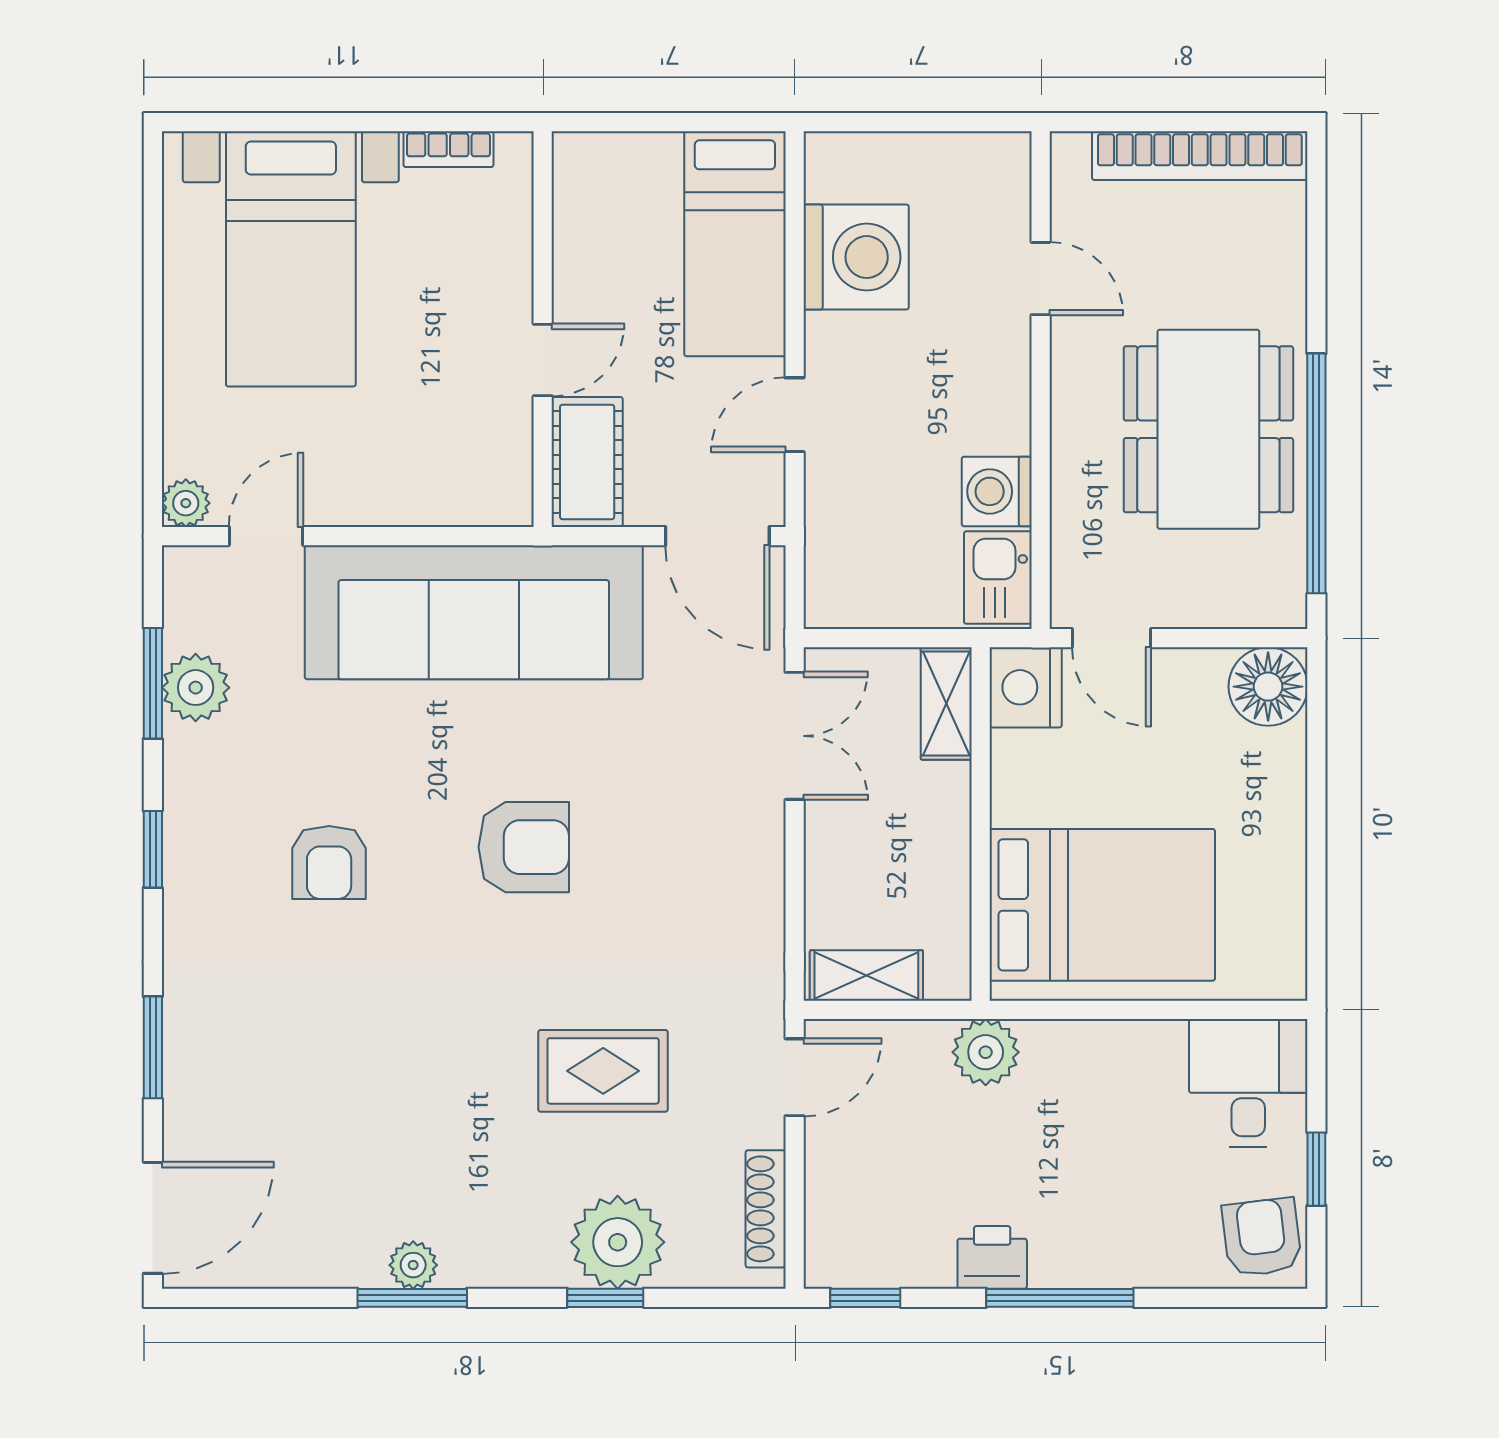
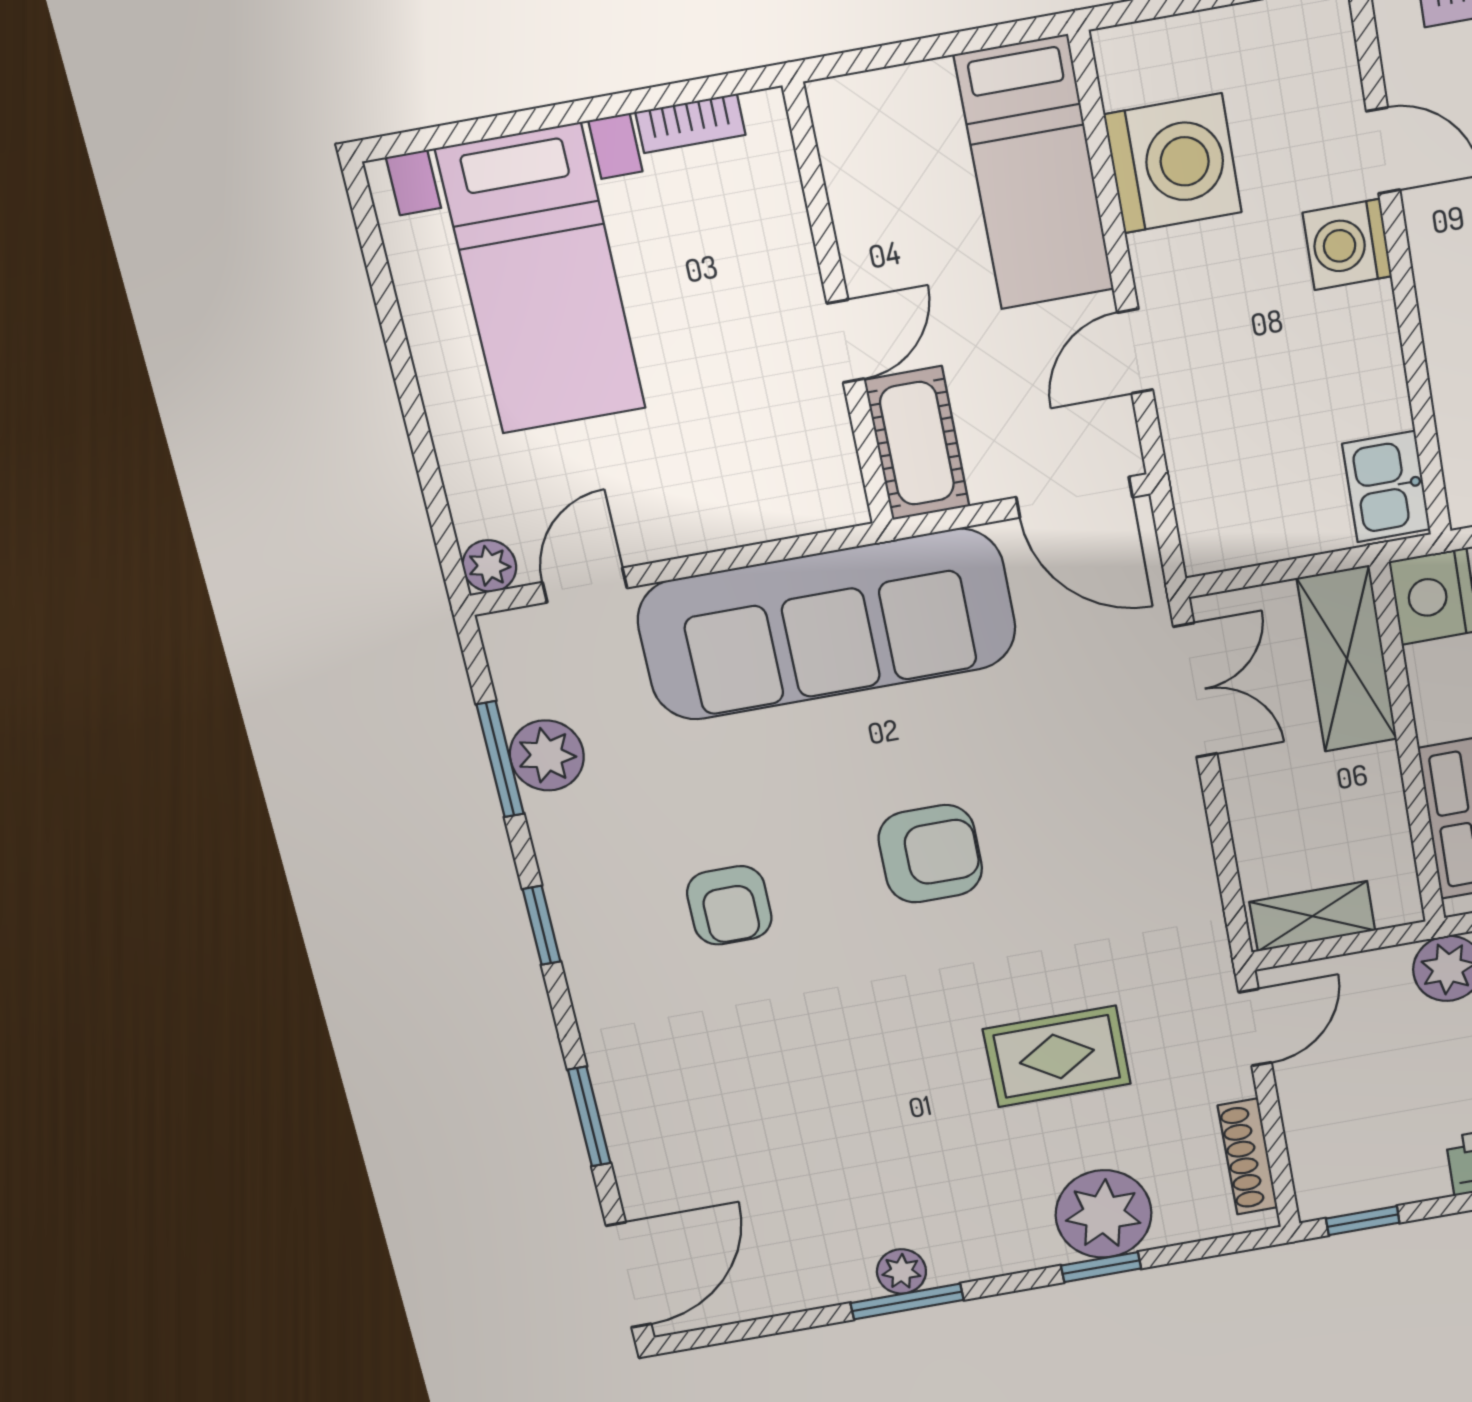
washing machine: (997, 491) -> (1347, 244), moved
shelving: (946, 703) -> (1347, 659), width x1.50, depth x1.33

